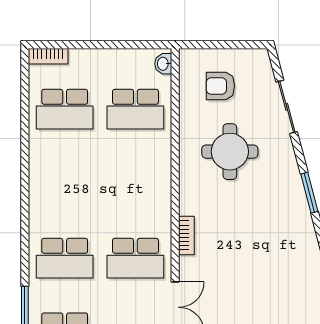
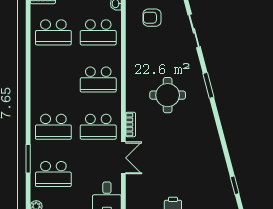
round table: (230, 152) -> (168, 95), moved
school desk: (135, 184) -> (98, 80), added
bookcase: (186, 235) -> (131, 124), moved

